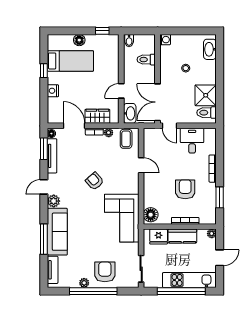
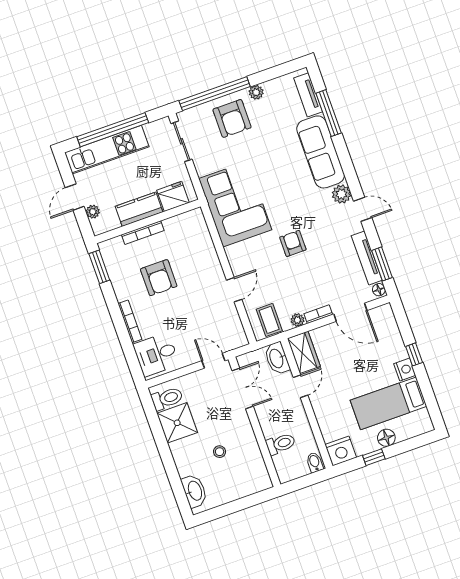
window: (102, 31) -> (374, 457), moved
washing machine: (165, 40) -> (264, 482), removed
nightstand: (110, 42) -> (341, 451), added
window: (44, 71) -> (414, 354), moved
nightstand: (53, 91) -> (405, 370), moved
double door: (158, 102) -> (243, 388), width x0.73
wardrobe: (97, 116) -> (304, 352), moved, turned -90
desk: (192, 141) -> (156, 354), moved, turned 90
door: (141, 165) -> (234, 290), swing flipped
armchair: (95, 181) -> (293, 243), turned -139
door: (44, 187) -> (363, 209), hinge flipped
window: (220, 197) -> (99, 267), moved
floor lamp: (151, 215) -> (195, 224), removed
plant: (212, 234) -> (93, 212), moved
window: (44, 239) -> (329, 113), moved
window: (93, 291) -> (215, 94), moved

